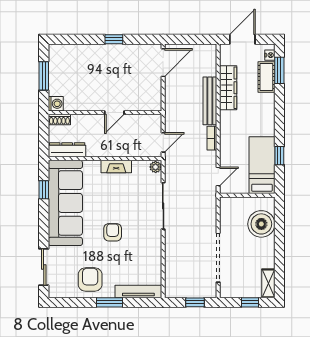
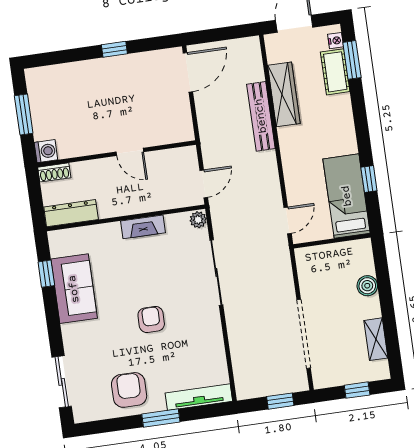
door: (114, 113) -> (130, 152), hinge flipped
bookcase: (212, 138) -> (271, 168), removed
sofa: (65, 203) -> (74, 289), width x0.54, depth x0.79
boiler: (261, 224) -> (367, 286), width x0.54, depth x0.54
shelving: (268, 283) -> (376, 339), moved

